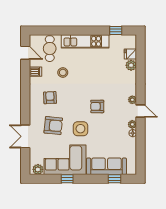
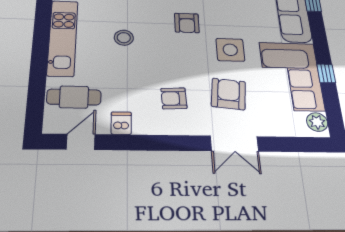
stool: (63, 73) -> (124, 38), moved
double door: (25, 136) -> (234, 144), moved

